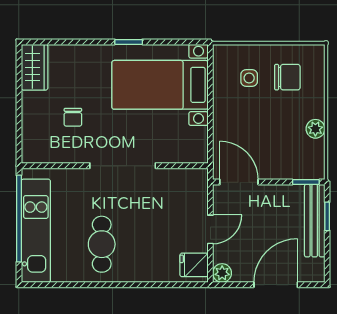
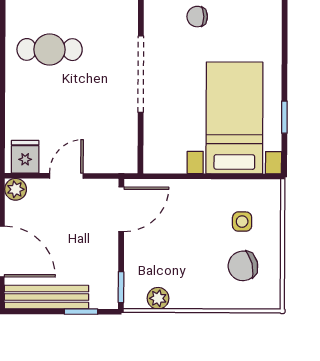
window: (129, 42) -> (284, 117), moved
chair: (287, 77) -> (243, 266), turned 76
plant: (315, 129) -> (158, 298), moved
bench: (315, 221) -> (46, 297), moved
door: (210, 229) -> (66, 176), swing flipped

